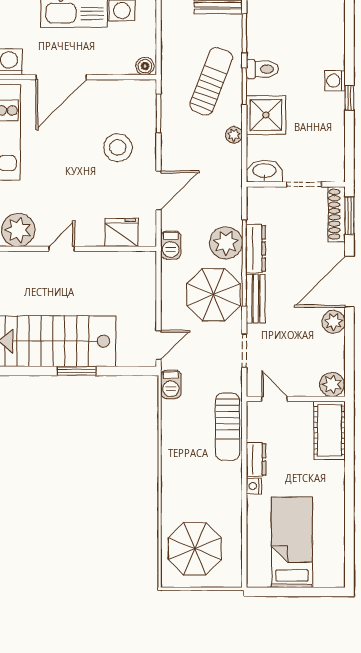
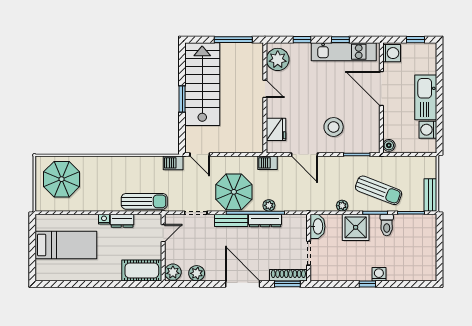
plant: (226, 243) -> (269, 205), width x0.53, depth x0.53
plant: (334, 322) -> (197, 273), moved
sun lounger: (228, 427) -> (144, 201), turned 180

